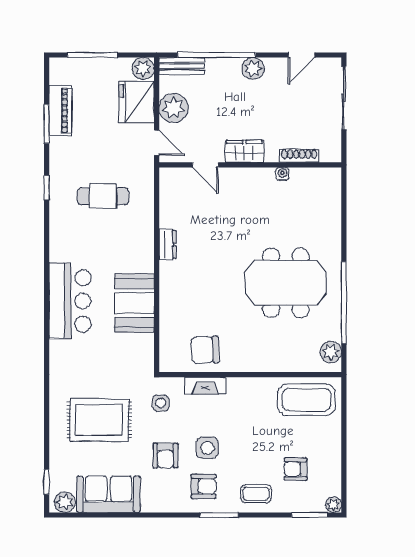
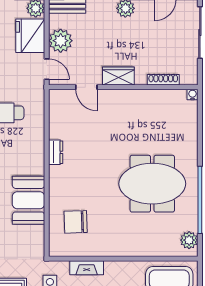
water cooler: (283, 174) -> (192, 95), moved
chair: (205, 350) -> (76, 222), moved

